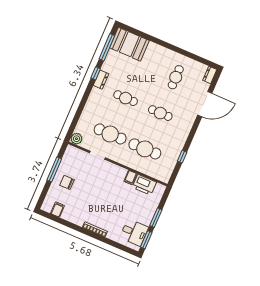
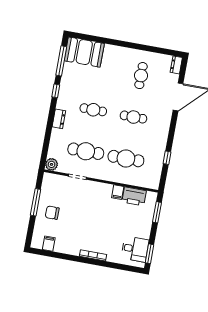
dresser: (101, 80) -> (59, 119), moved
window: (156, 218) -> (157, 212), moved

